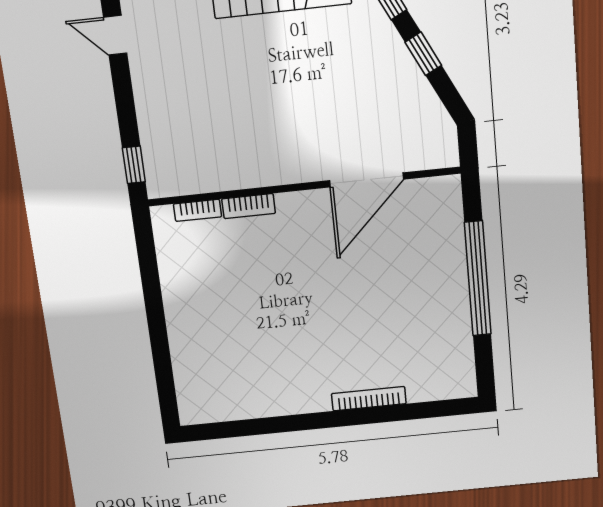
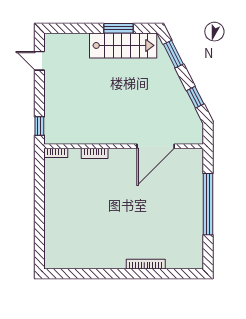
window: (423, 54) -> (195, 97), moved
bookcase: (198, 210) -> (56, 153), moved

